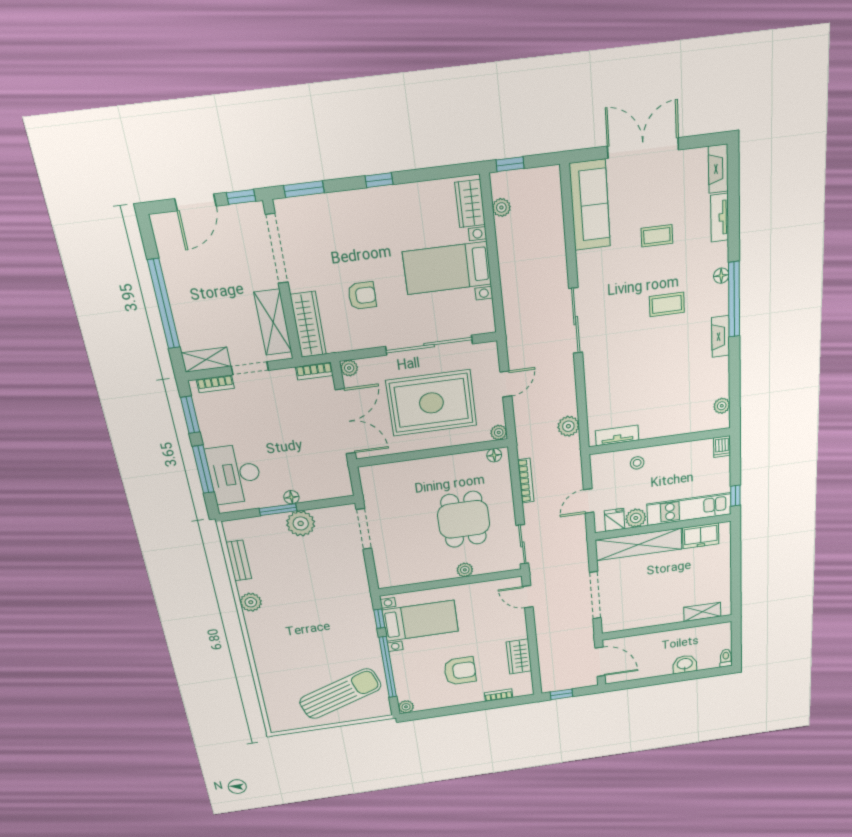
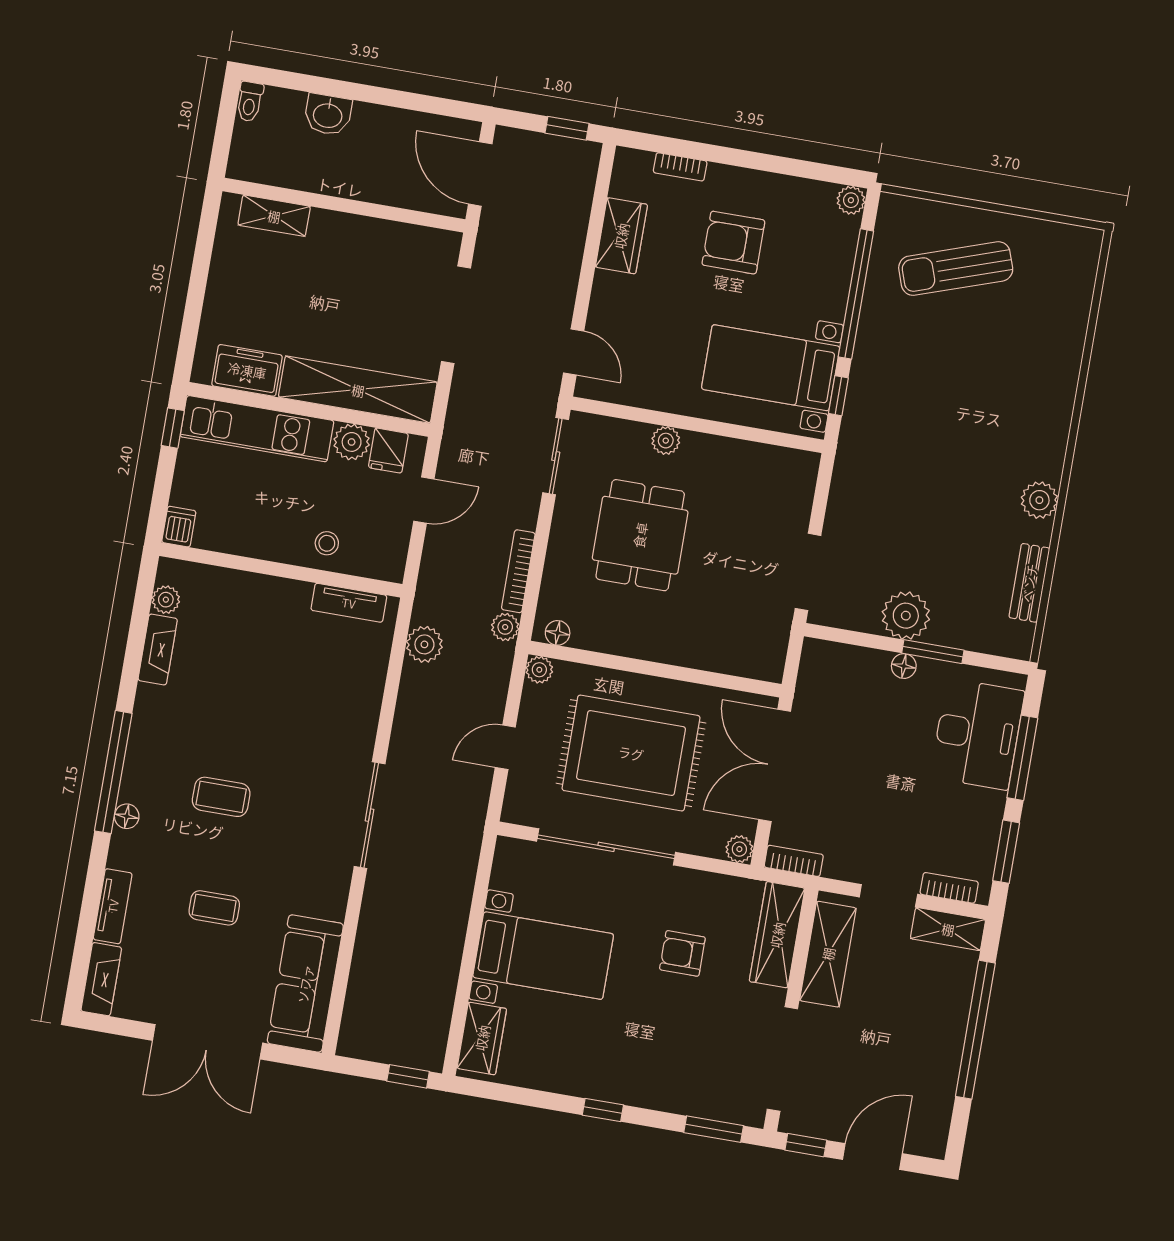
plant: (501, 207) -> (505, 627), moved
fireplace: (721, 336) -> (158, 649), moved
sun lounger: (340, 694) -> (956, 269), width x0.73, depth x0.75

